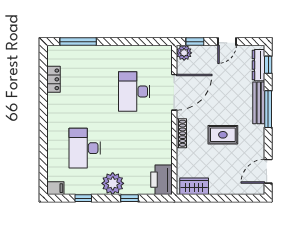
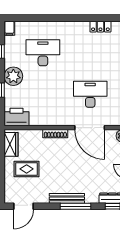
bench: (259, 103) -> (67, 198), moved
rug: (223, 135) -> (27, 169), moved, turned 90
door: (268, 171) -> (24, 206), swing flipped

